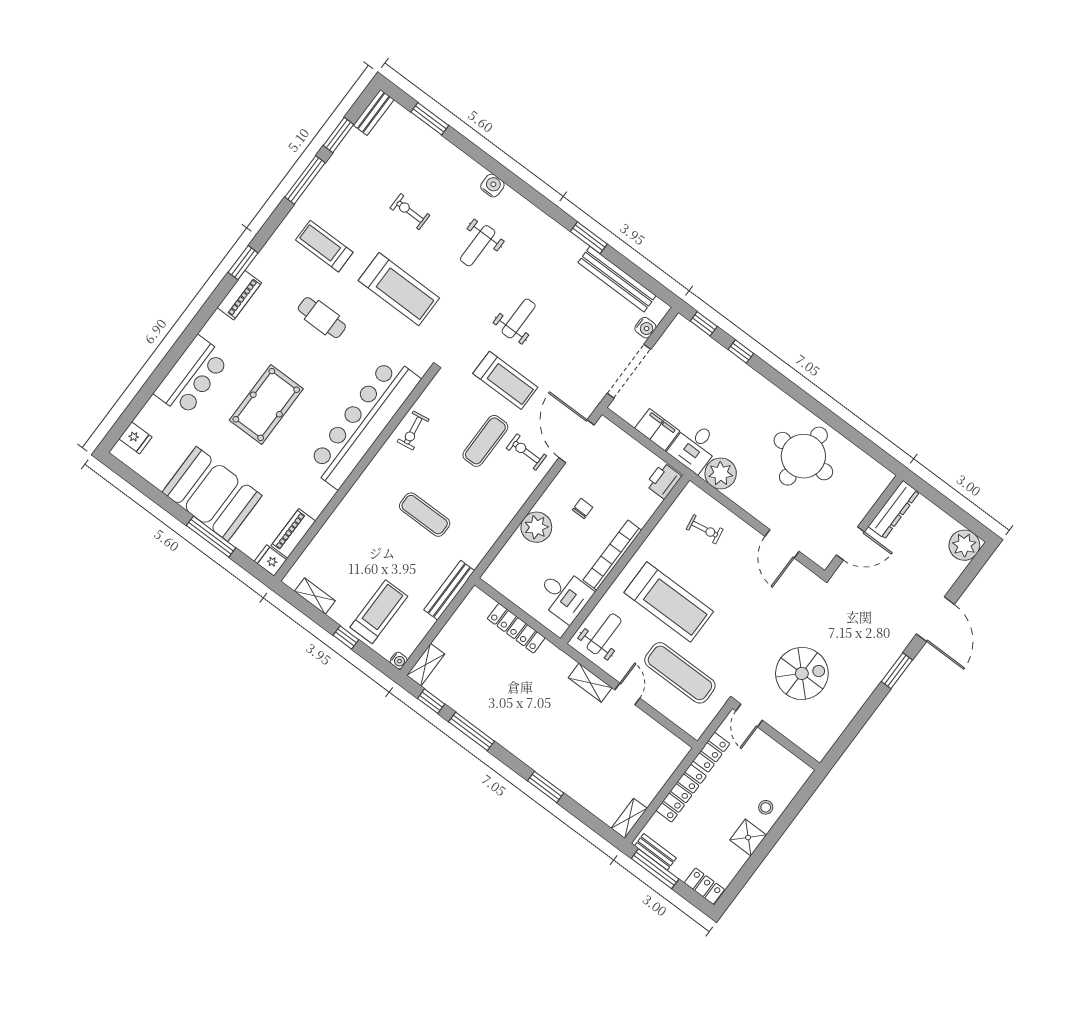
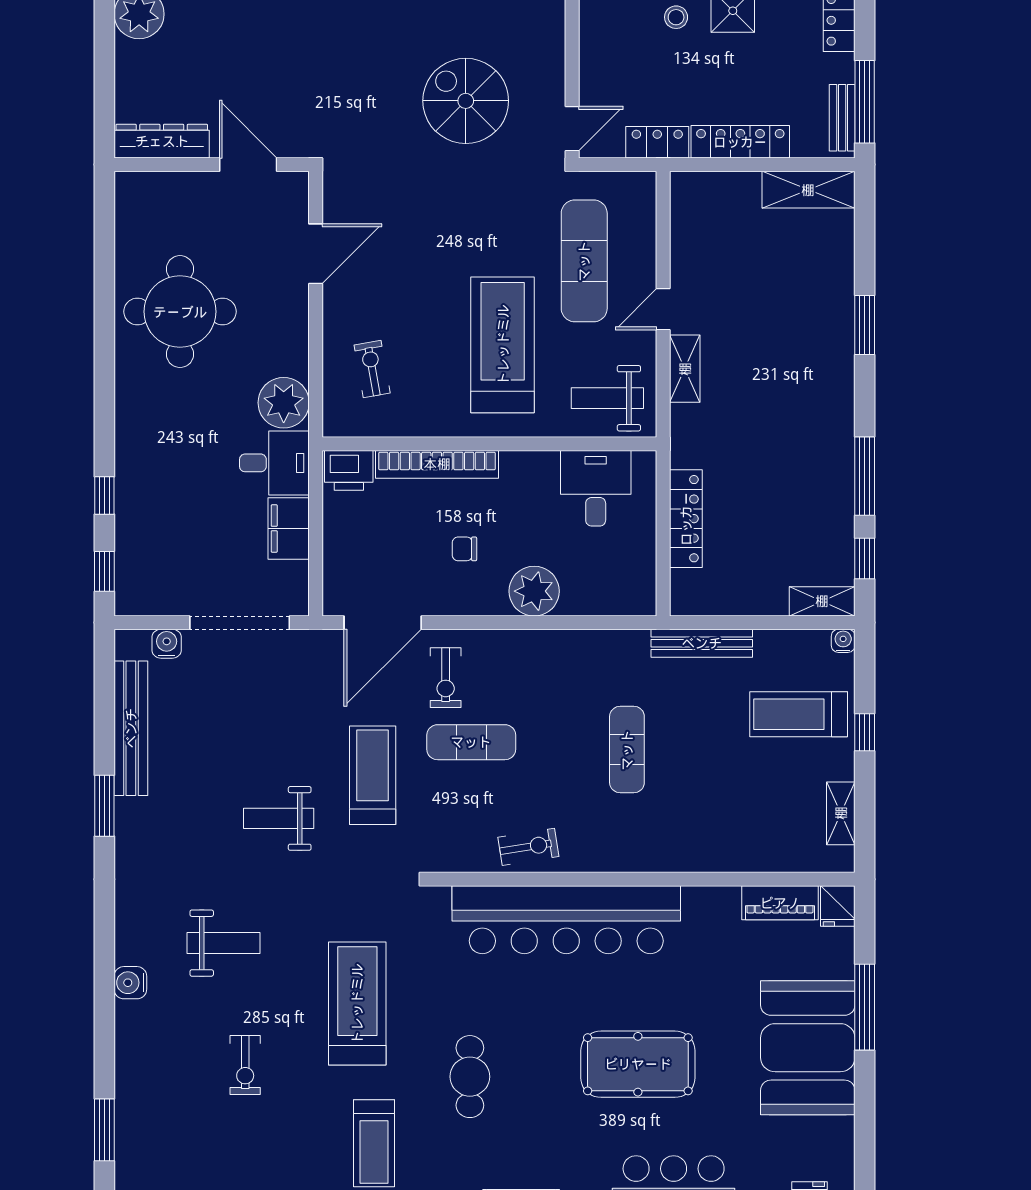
bookcase: (612, 555) -> (437, 464), moved
shelving: (629, 818) -> (808, 190), width x1.50, depth x1.33

